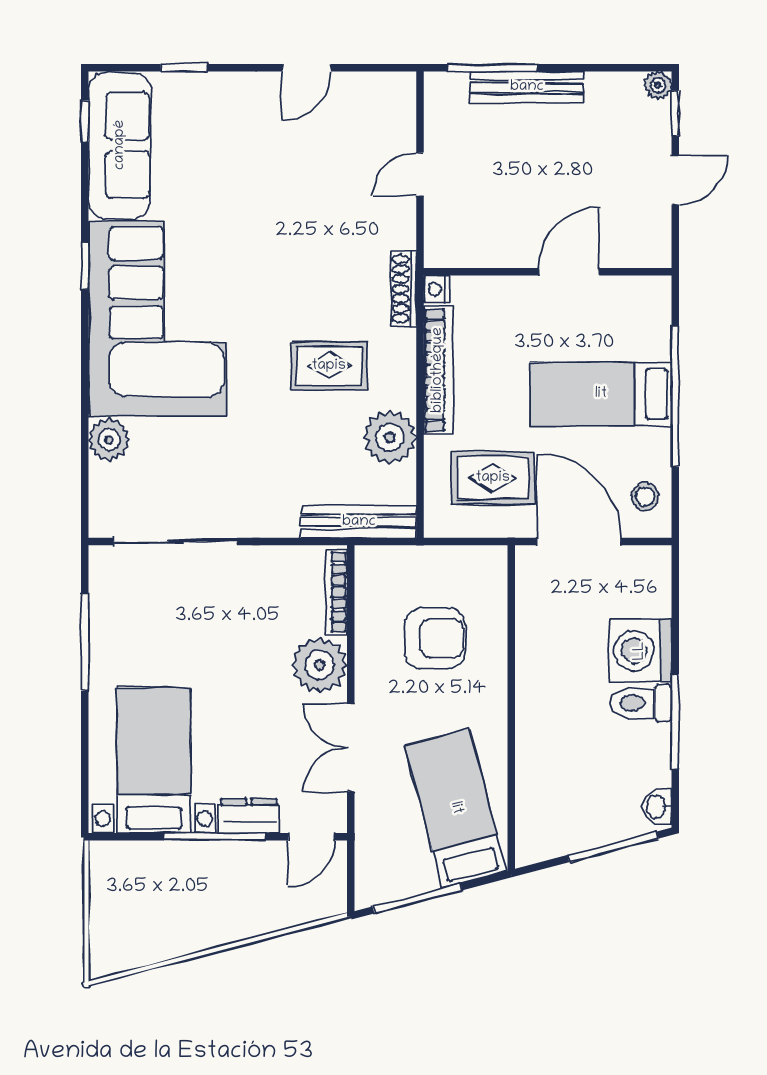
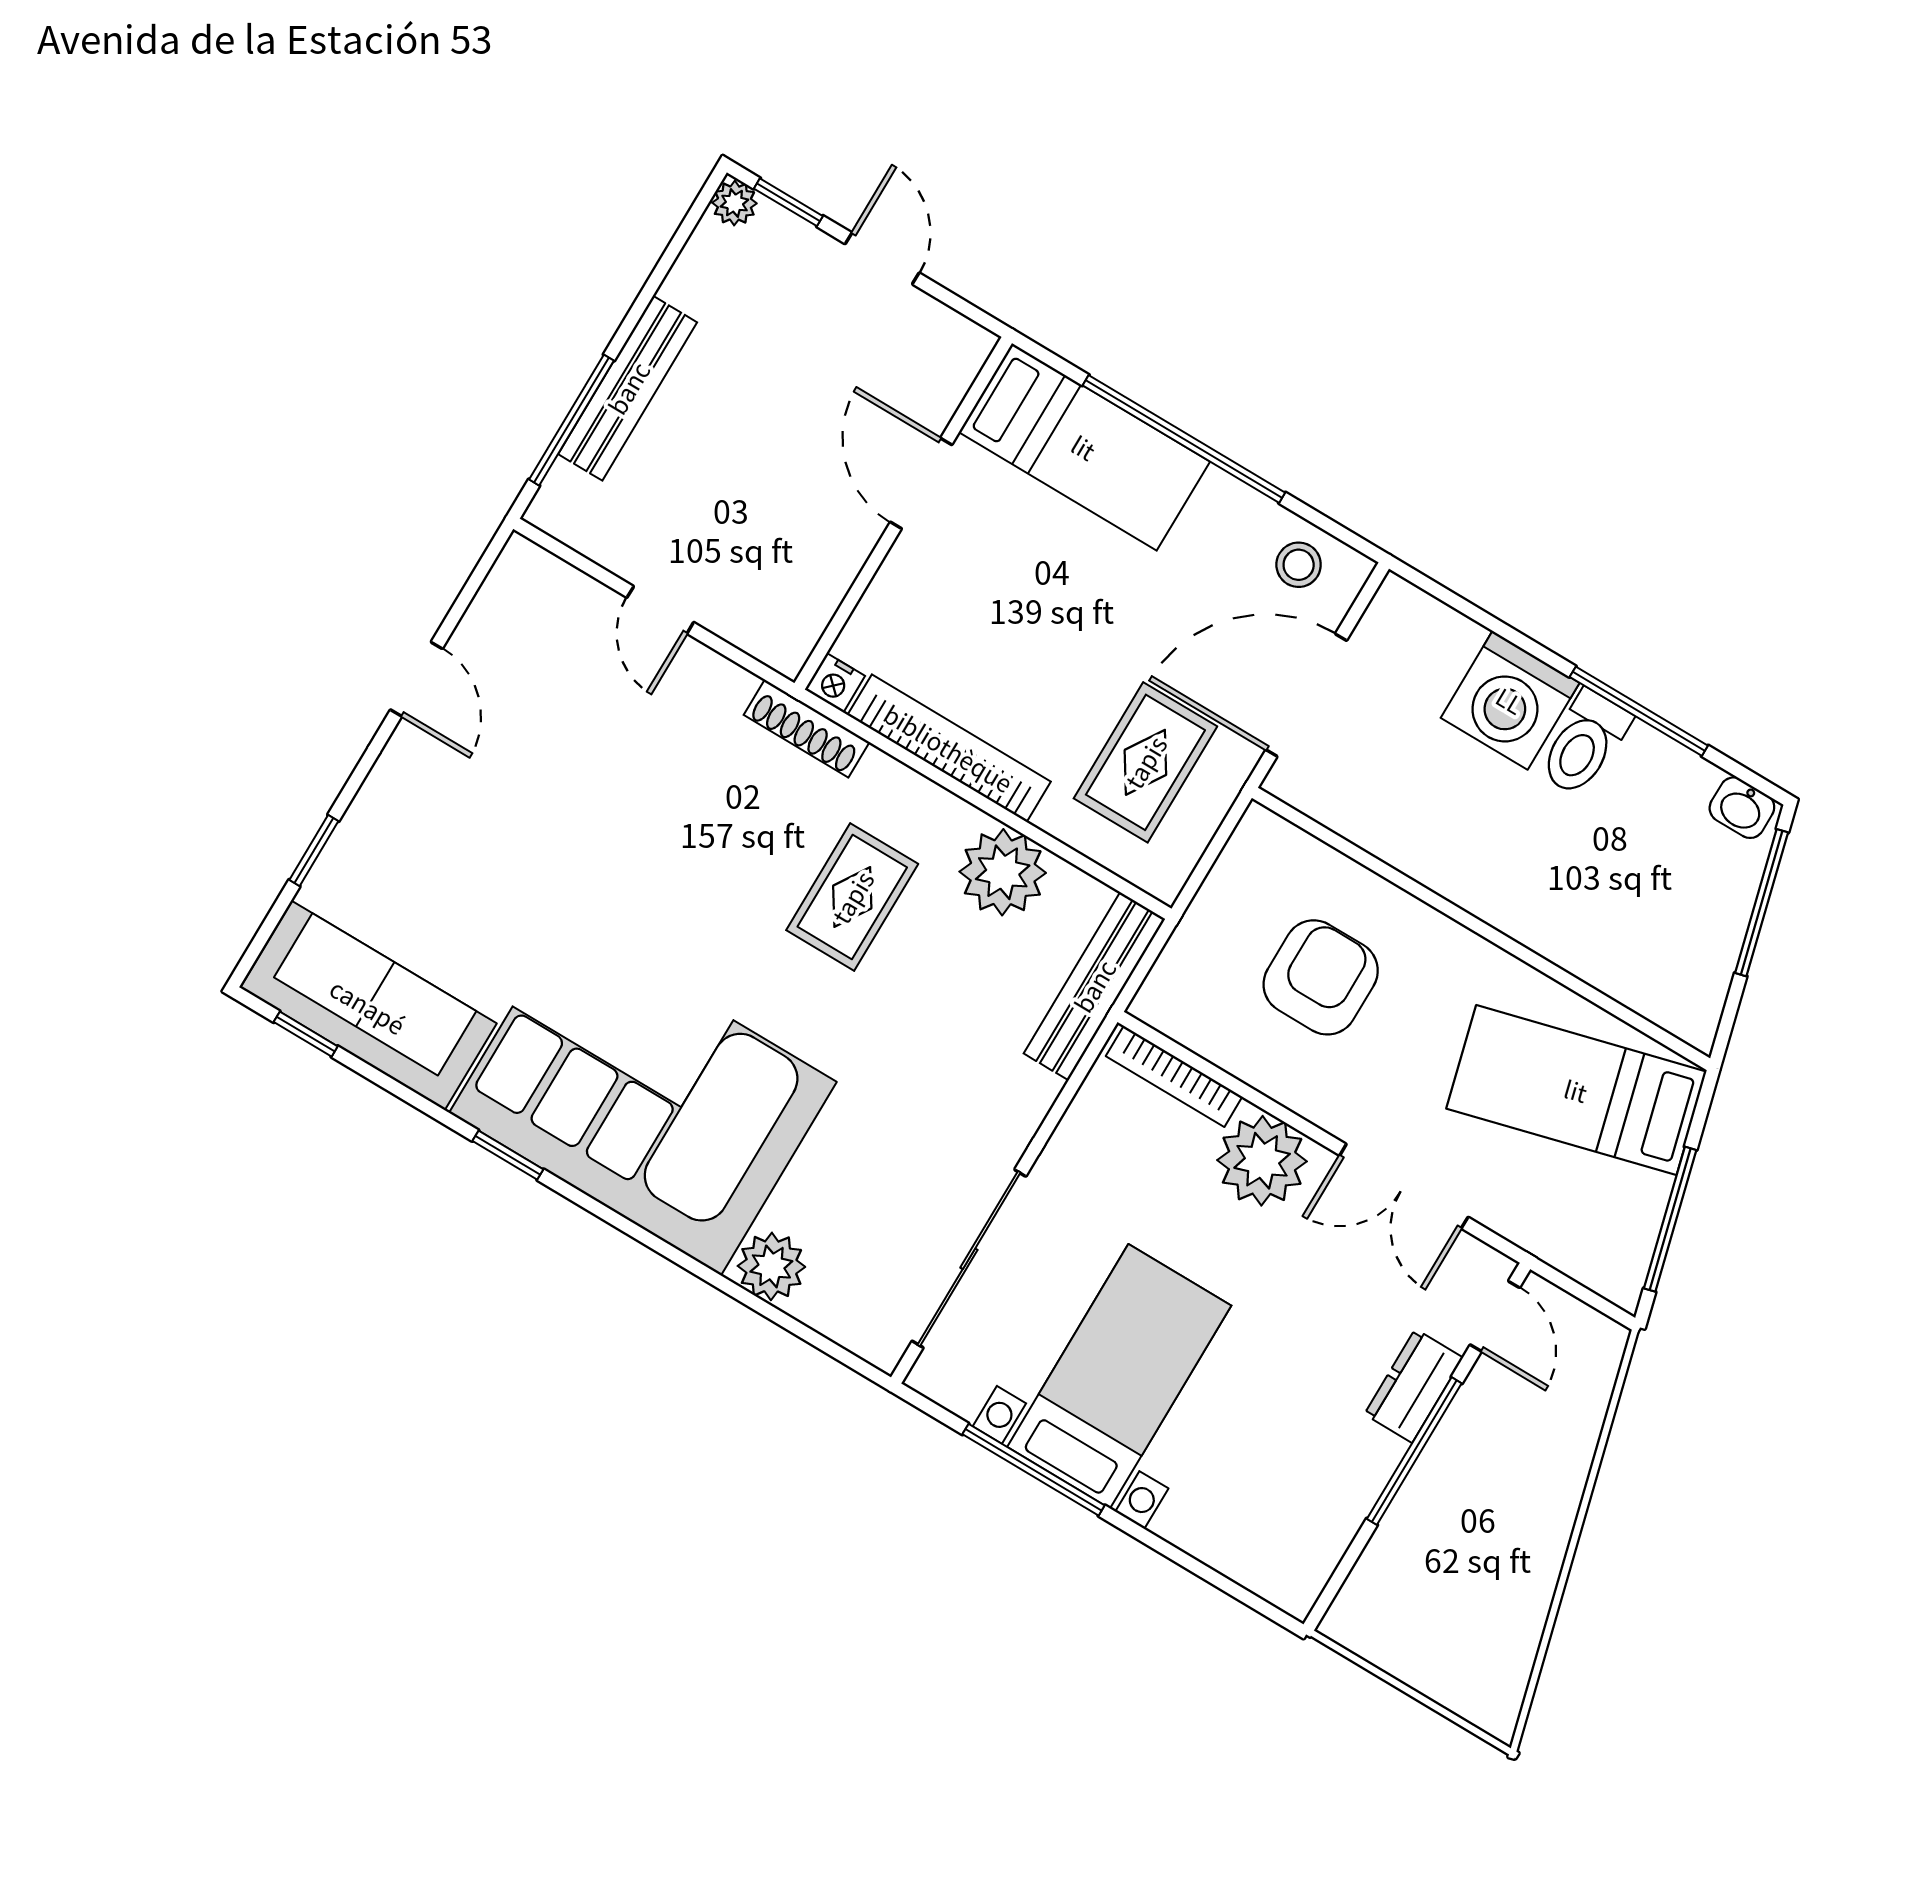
bed: (601, 394) -> (1084, 447), moved, turned -90
bed with nightstands: (154, 760) -> (1119, 1376), moved, turned 90

